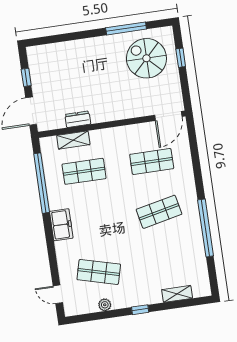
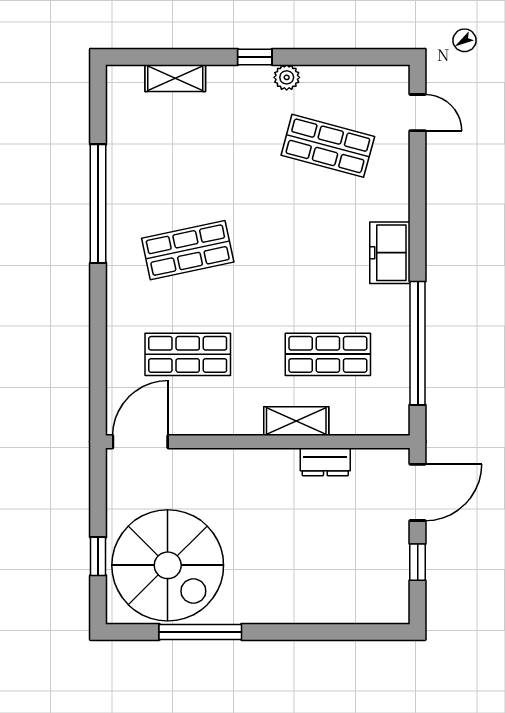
spiral stairs: (146, 58) -> (168, 565), width x1.37, depth x1.37
shelving: (73, 140) -> (296, 421), moved
plant: (105, 305) -> (287, 77), moved

